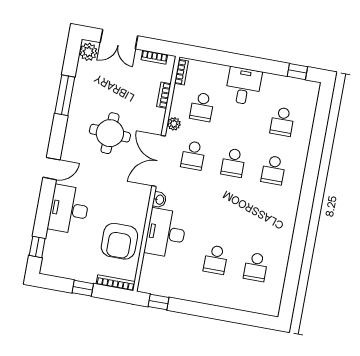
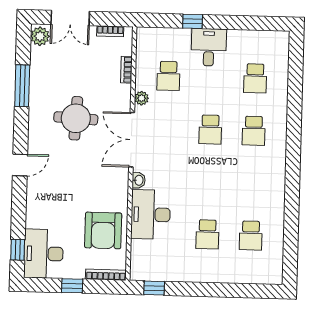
bookcase: (181, 72) -> (141, 43), removed
window: (297, 72) -> (193, 21), moved
school desk: (193, 155) -> (167, 128), removed
desk: (69, 209) -> (44, 254), moved

